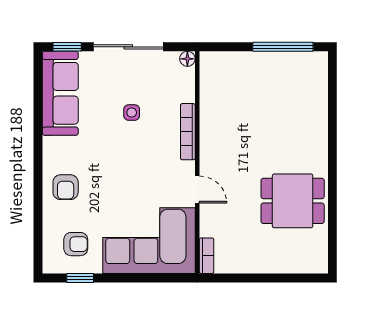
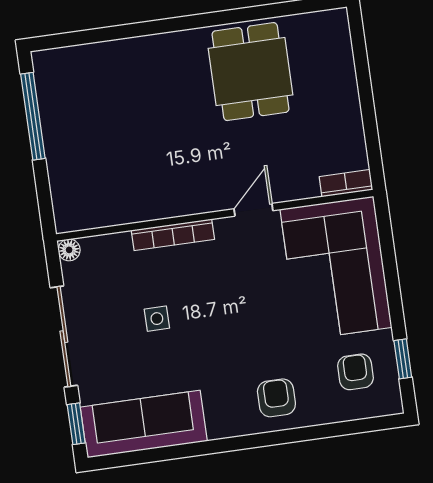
armchair: (66, 187) -> (276, 398), turned -90

